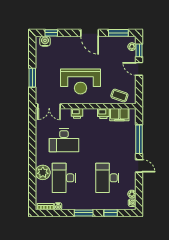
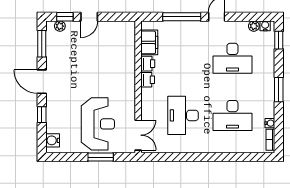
window: (51, 33) -> (42, 115), moved
door: (90, 33) -> (42, 82), swing flipped
reception desk: (81, 82) -> (98, 124), moved
coffee table: (119, 96) -> (124, 43), removed
printer: (77, 113) -> (148, 80), moved
desk: (64, 140) -> (183, 115), turned 180
plant: (43, 172) -> (225, 143), removed
window: (111, 213) -> (279, 40), moved

